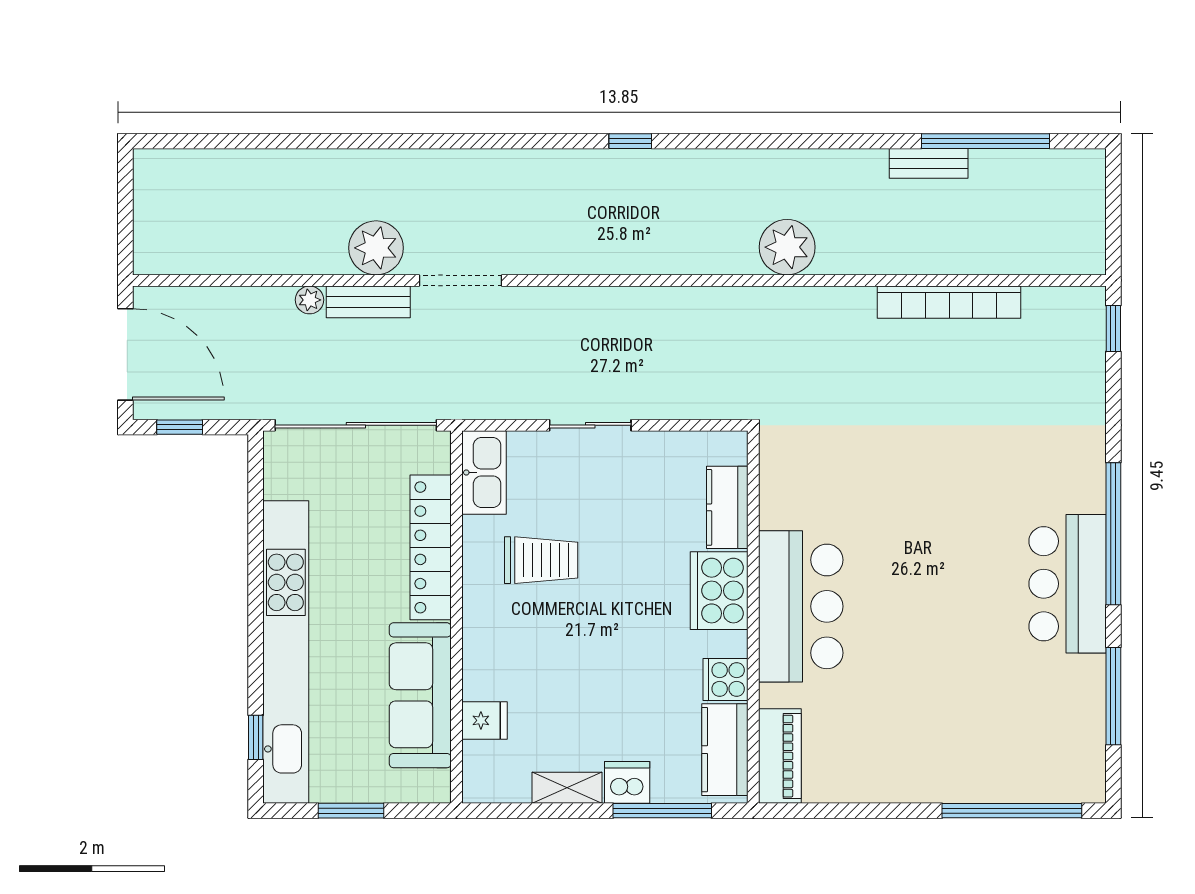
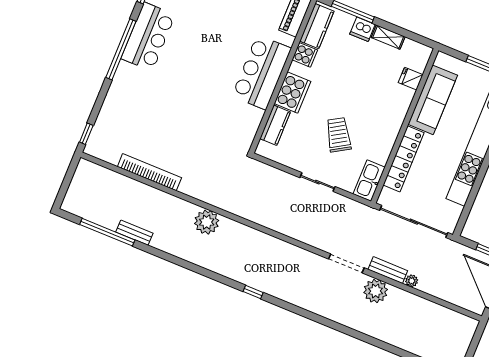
trolley: (541, 560) -> (339, 135), moved, turned 59

